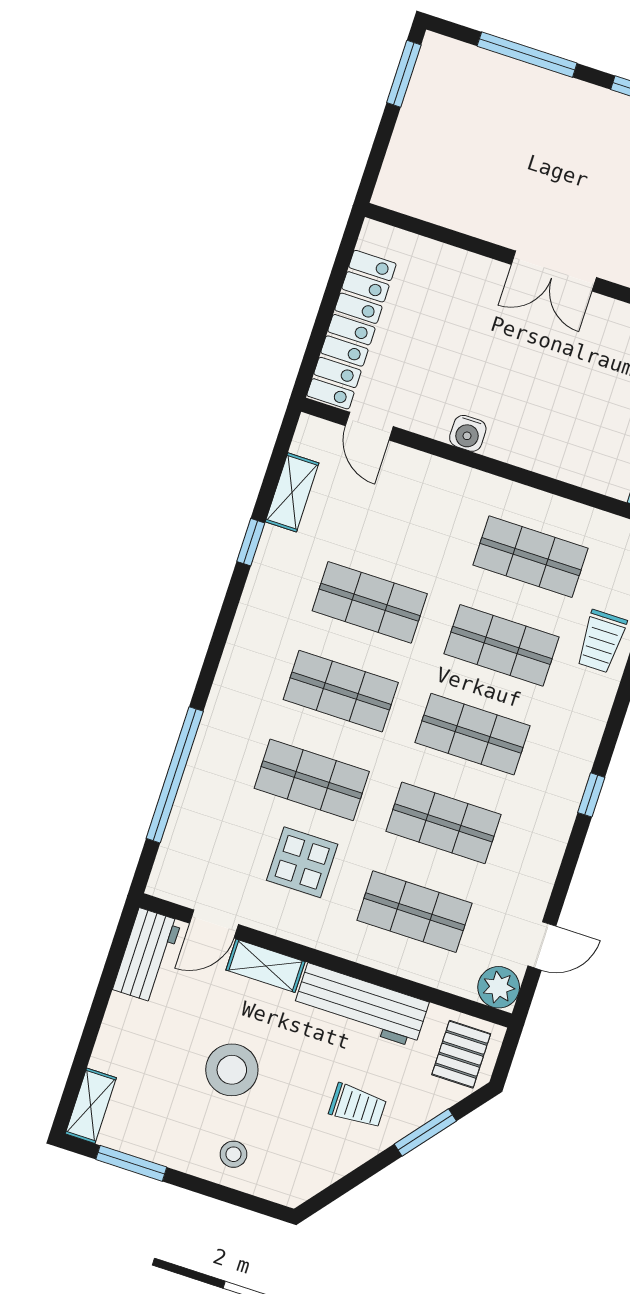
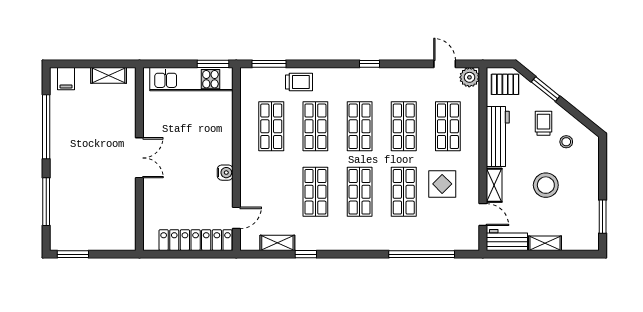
shelving: (91, 1106) -> (545, 243), moved
stool: (233, 1154) -> (566, 142), moved

